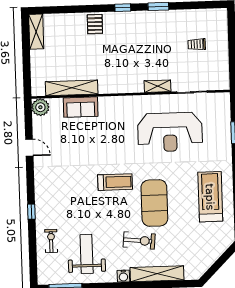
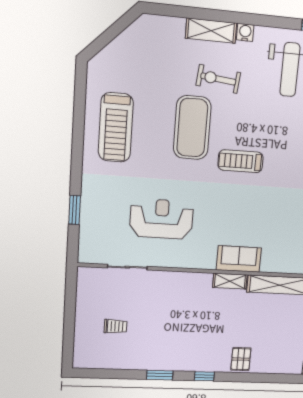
shelving: (158, 86) -> (230, 281), moved
sofa: (81, 107) -> (239, 259), moved
reception desk: (170, 132) -> (162, 219), width x0.74, depth x0.77
shelving: (157, 274) -> (211, 31), width x0.68

